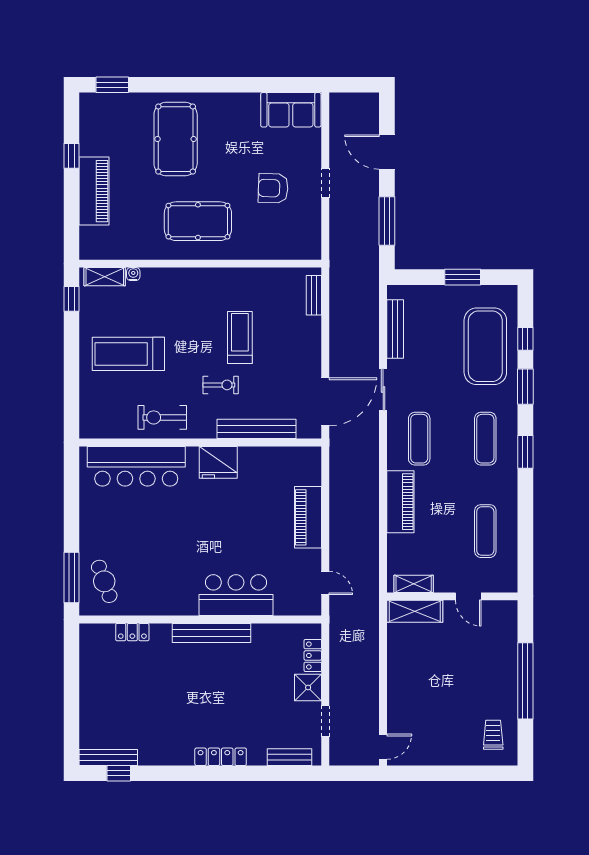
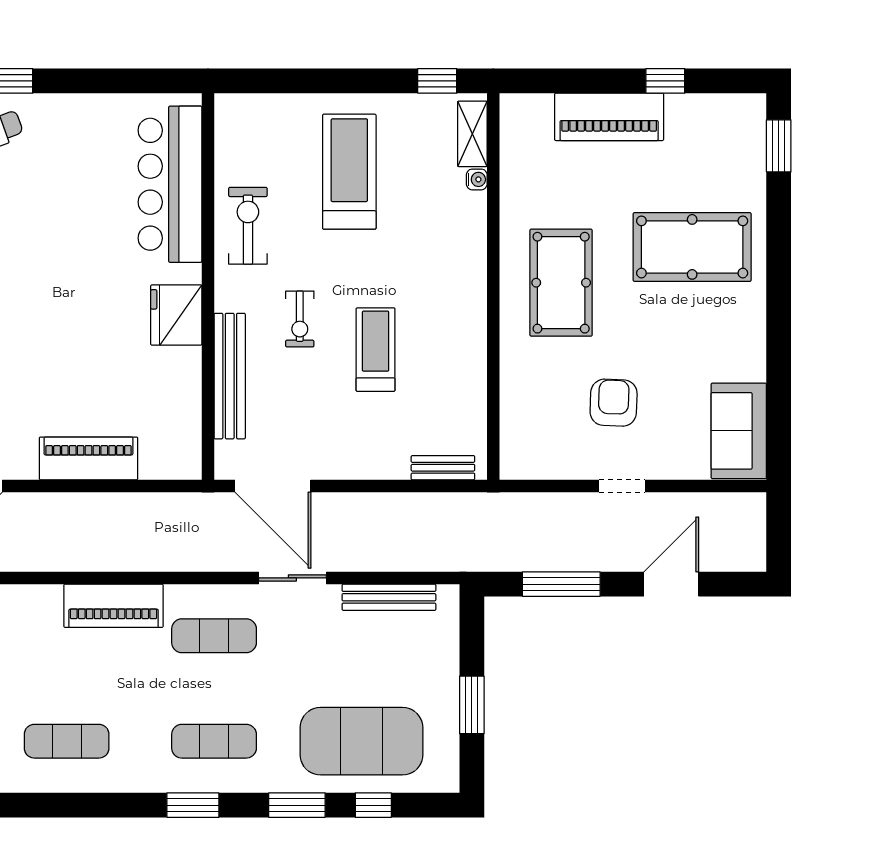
treadmill: (240, 337) -> (376, 350), turned -90

